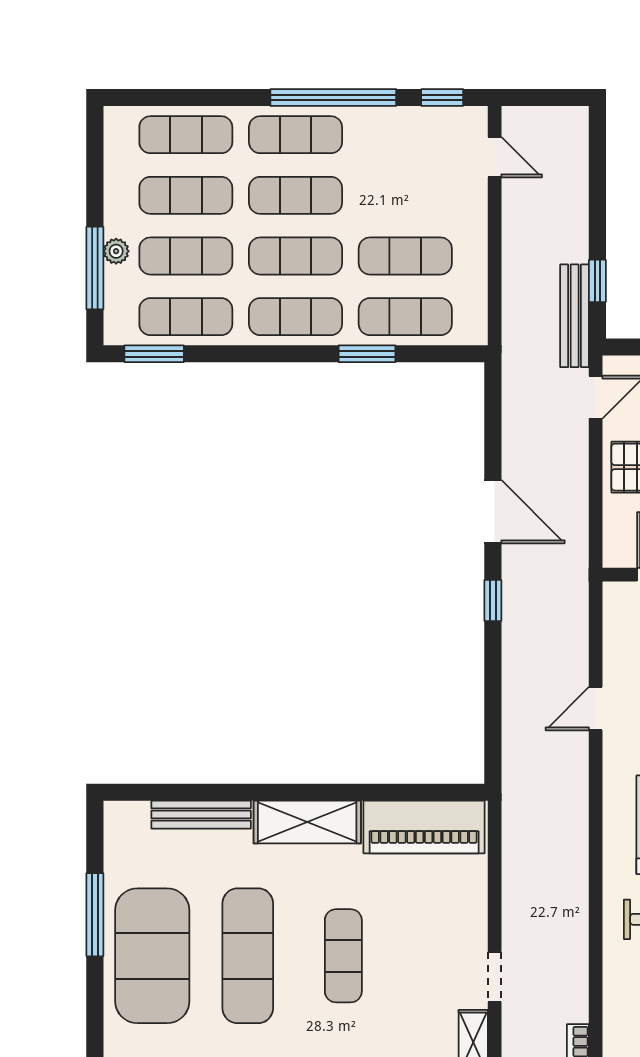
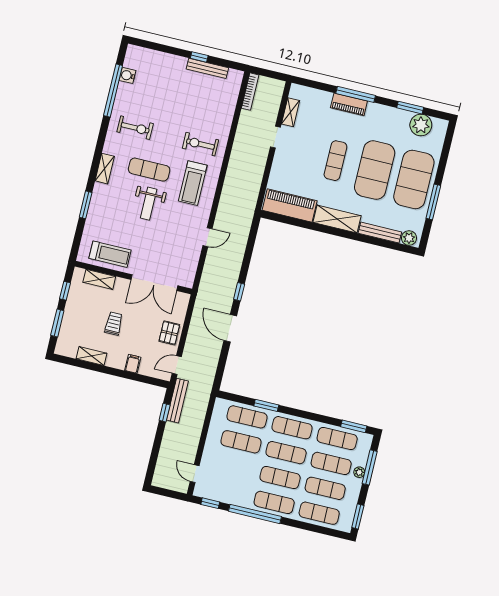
window: (95, 149) -> (358, 516), added
plant: (131, 818) -> (409, 238), added
exercise mat: (248, 956) -> (375, 170), width x1.47

